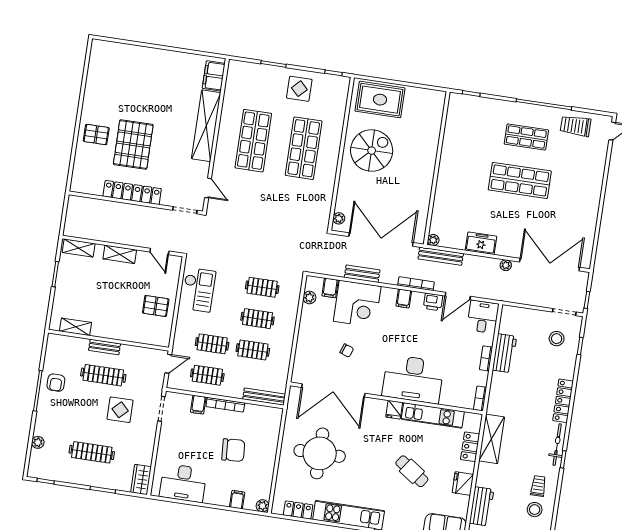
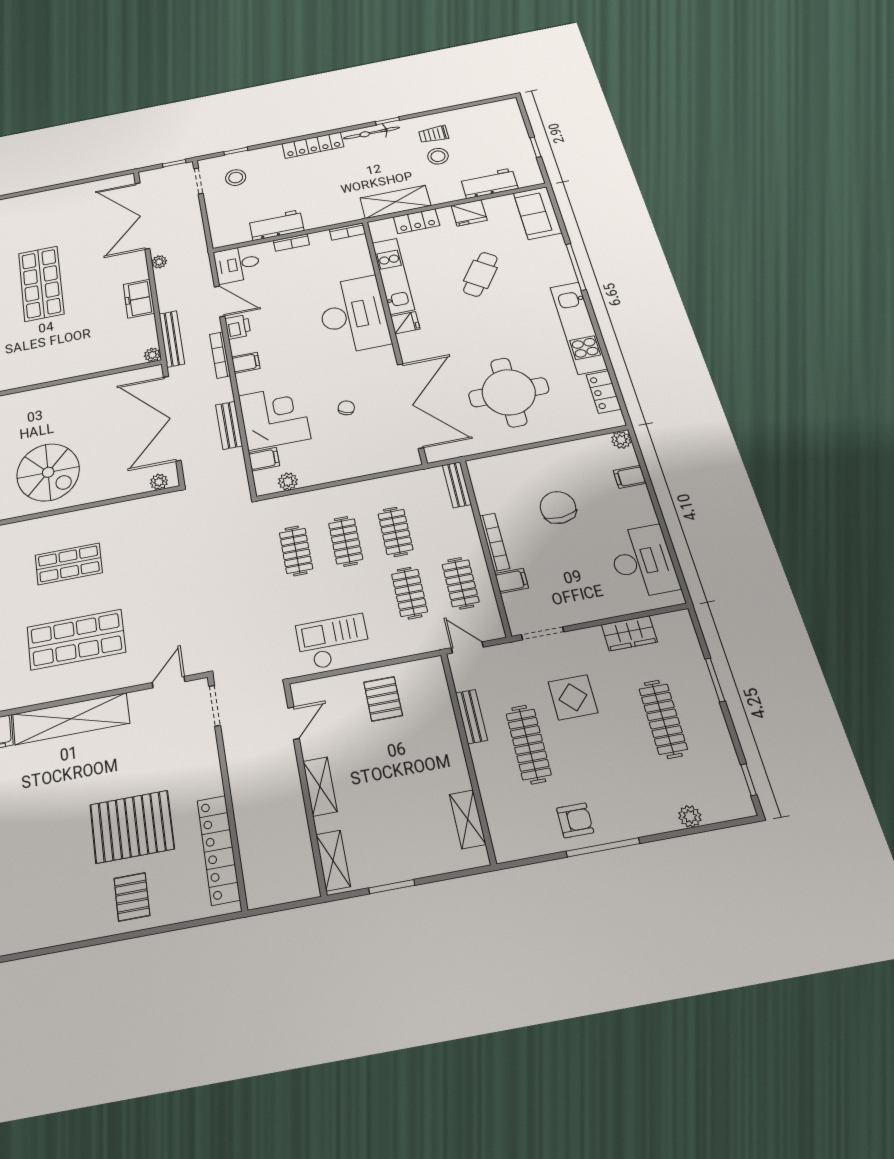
shop shelf: (304, 148) -> (69, 564), width x0.70, depth x0.74
spiral stairs: (372, 151) -> (48, 472), turned 180
locker: (132, 192) -> (219, 850), moved
bench: (104, 347) -> (471, 717), moved
bench: (264, 397) -> (457, 485), width x0.73
wardrobe: (141, 480) -> (629, 633), moved
stool: (535, 510) -> (438, 156), moved

